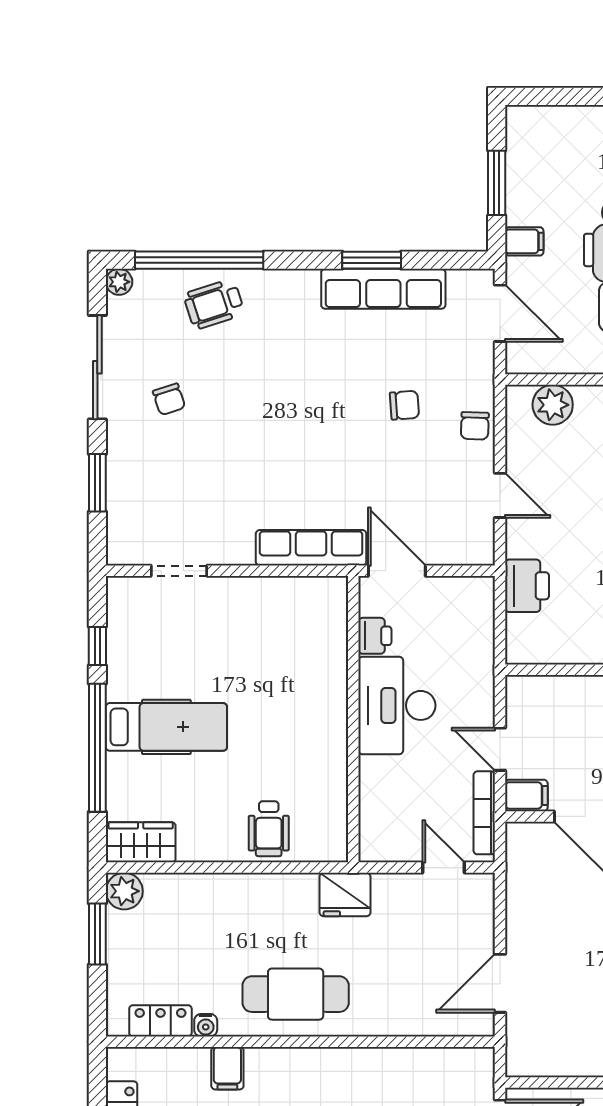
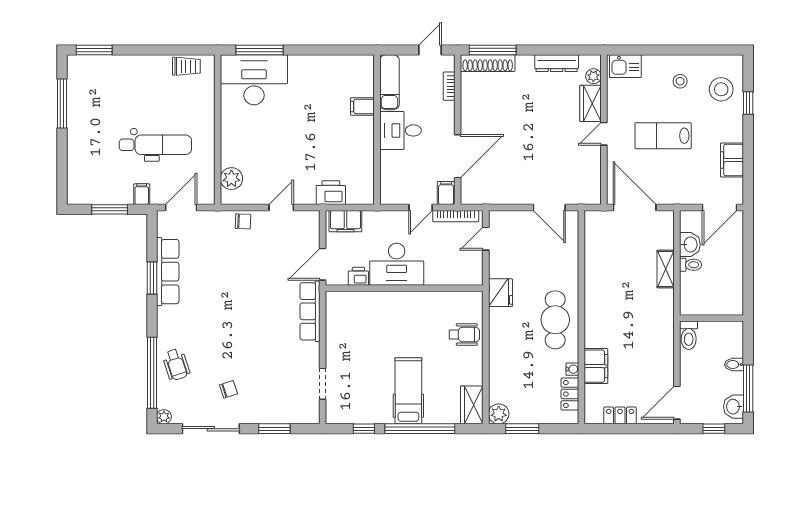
chair: (404, 405) -> (232, 260), removed
filing cabinet: (475, 612) -> (345, 221), added
filing cabinet: (227, 1068) -> (596, 366), width x2.00

